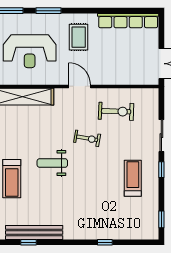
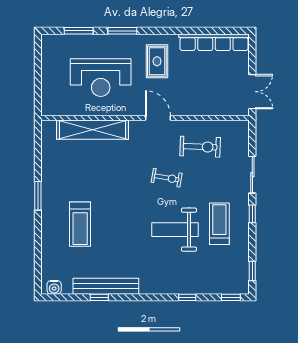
weight bench: (52, 163) -> (175, 230), moved, width x1.36, depth x1.33
window: (143, 242) -> (231, 297), added

